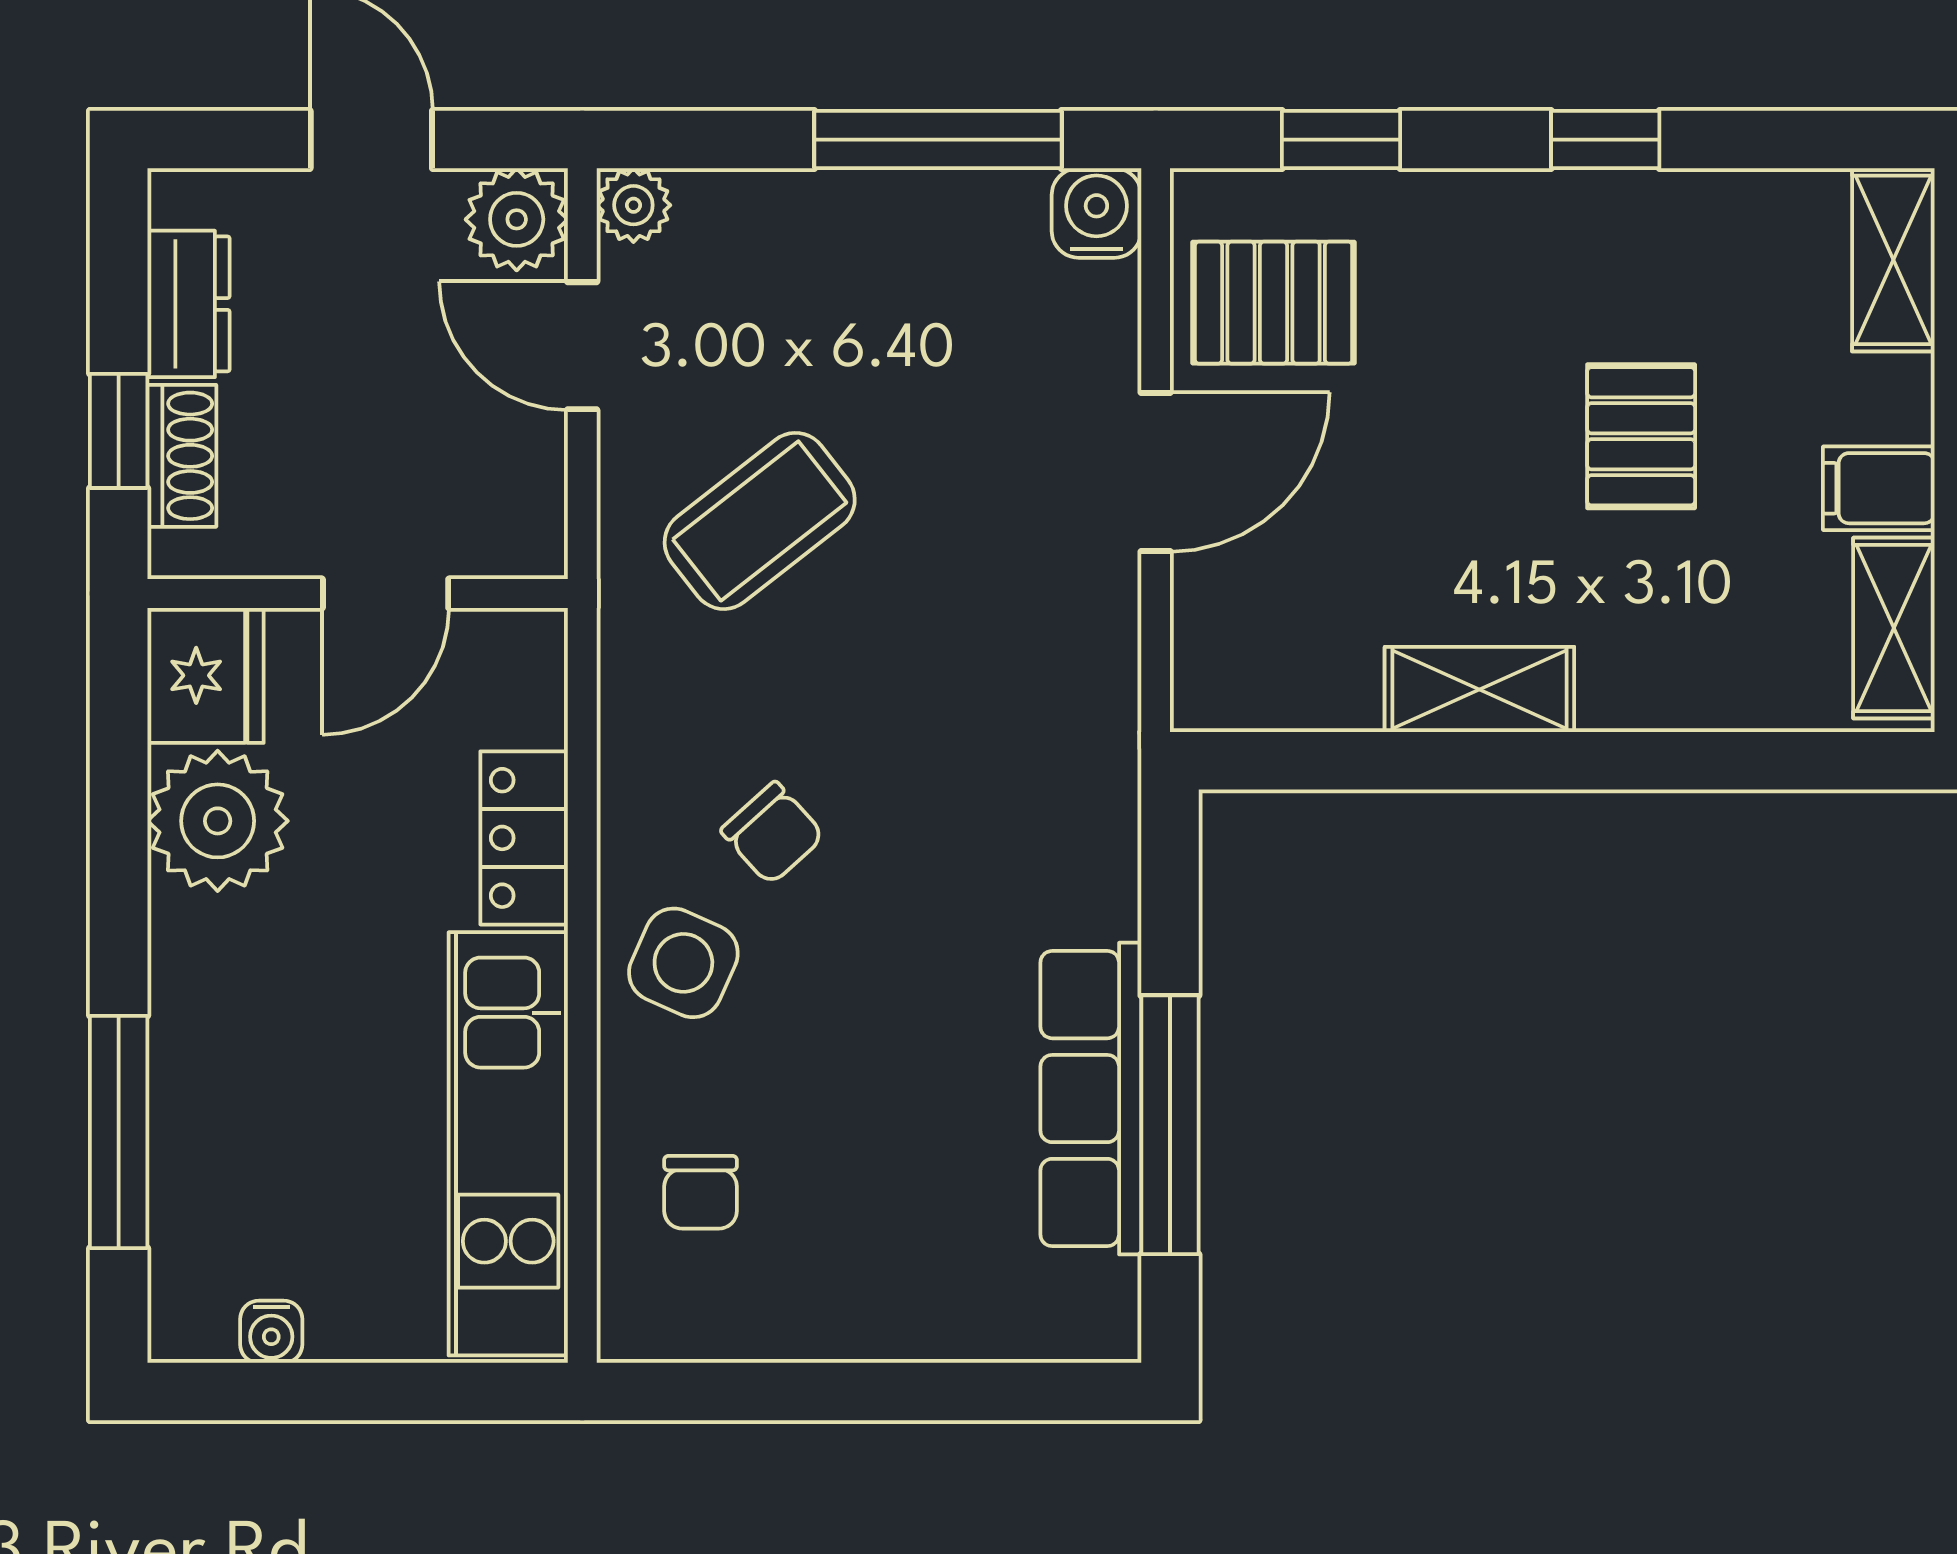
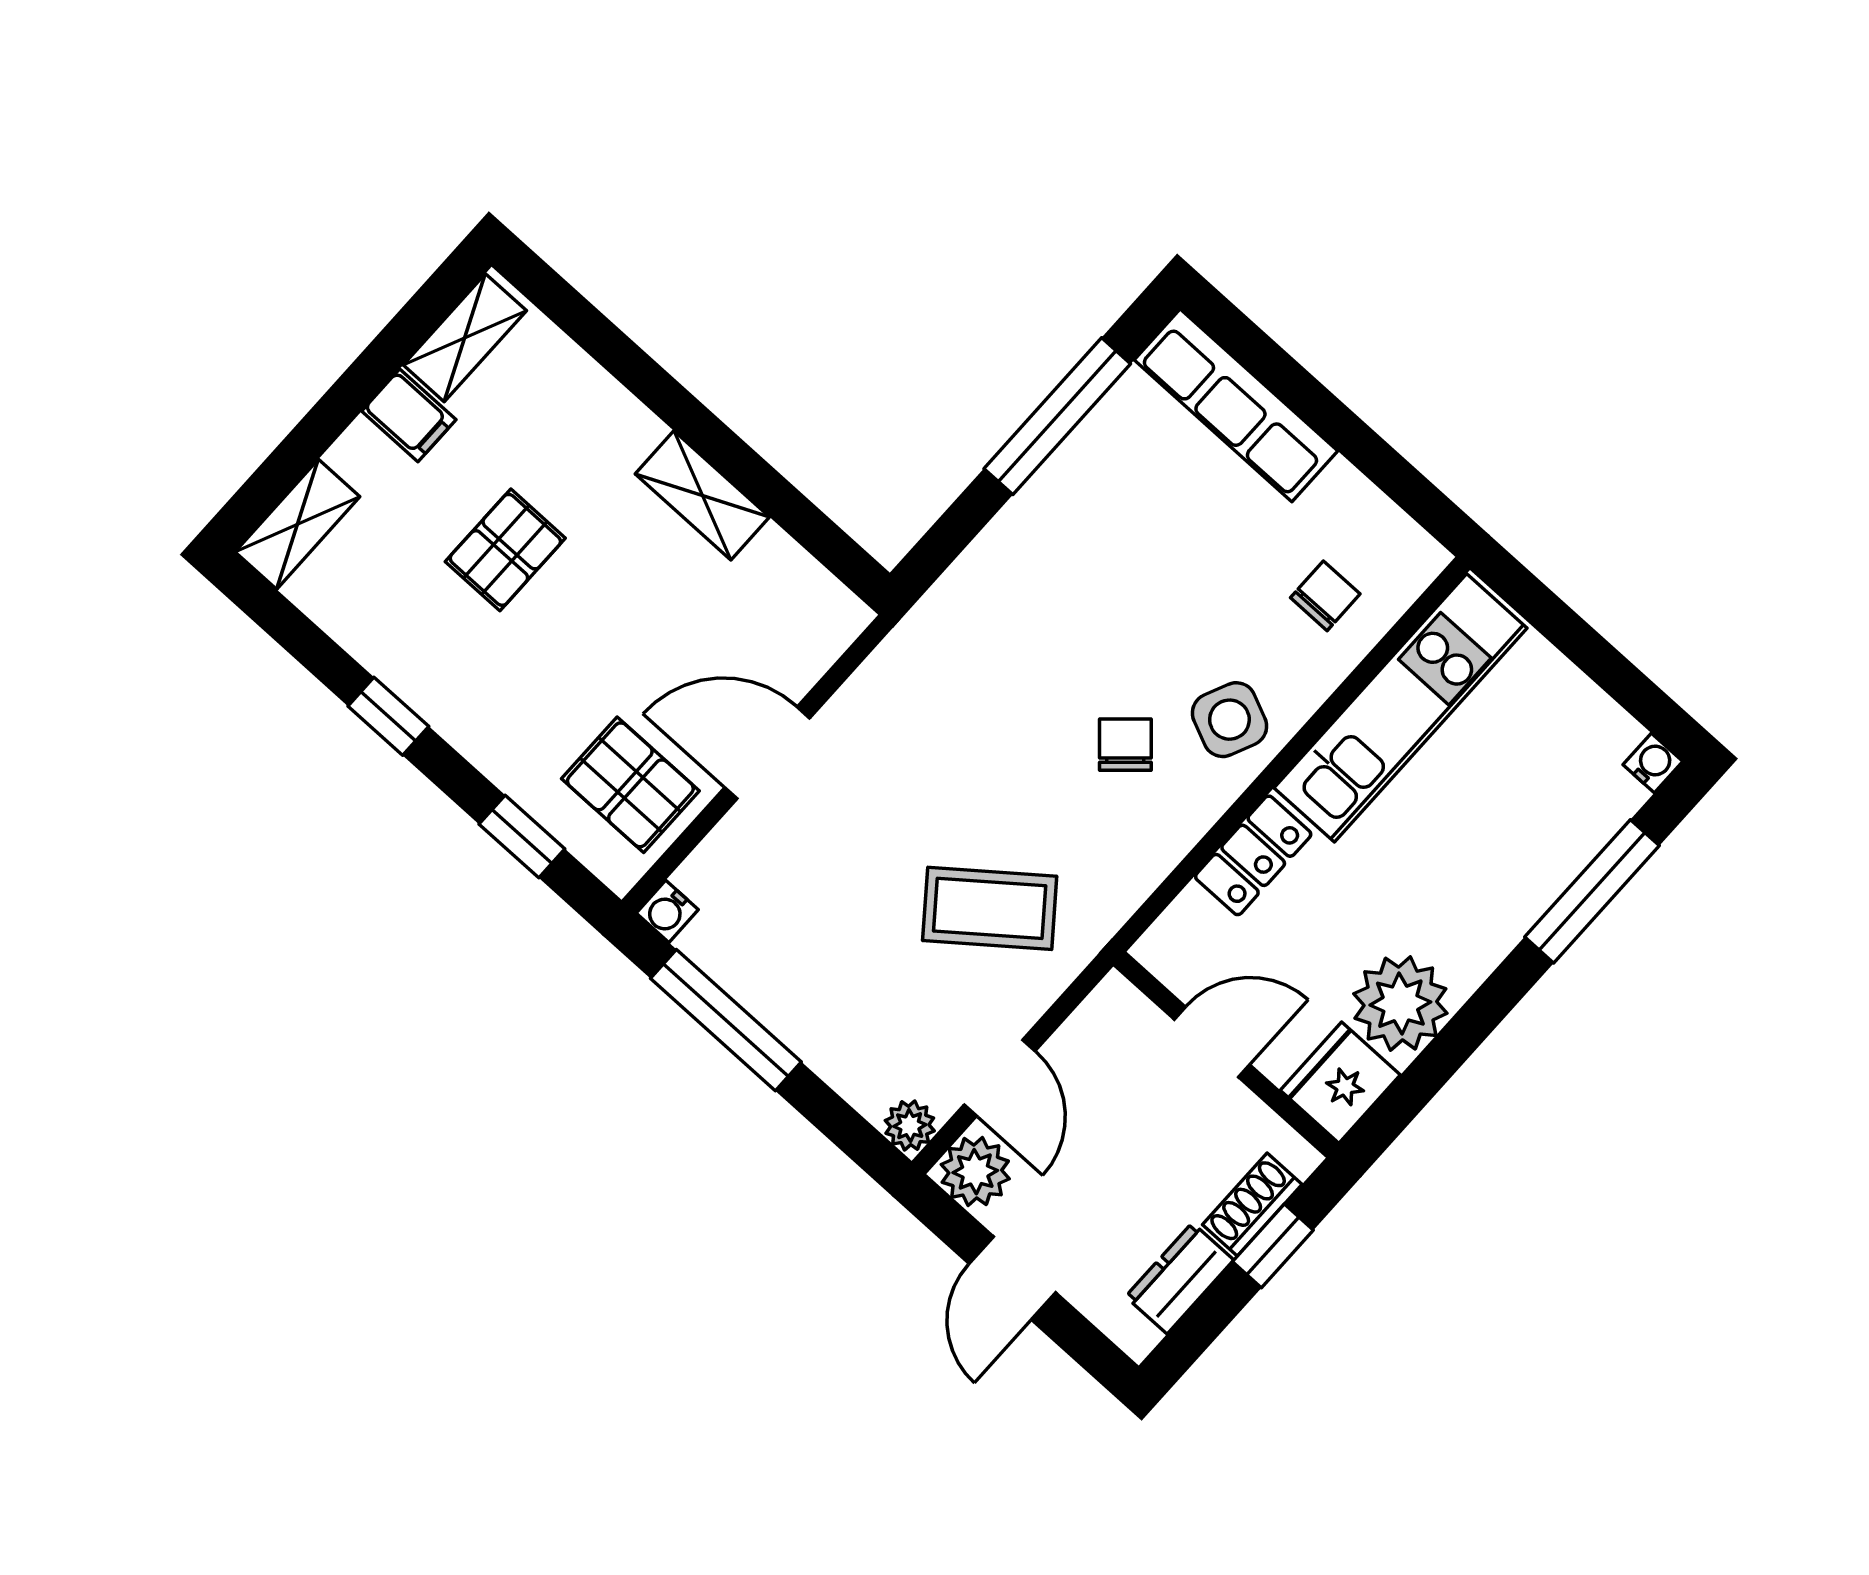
water cooler: (1096, 213) -> (667, 911), width x0.72, depth x0.72
row of seats: (1091, 1099) -> (1236, 405), moved, turned 90
water cooler: (271, 1332) -> (1653, 763), moved

